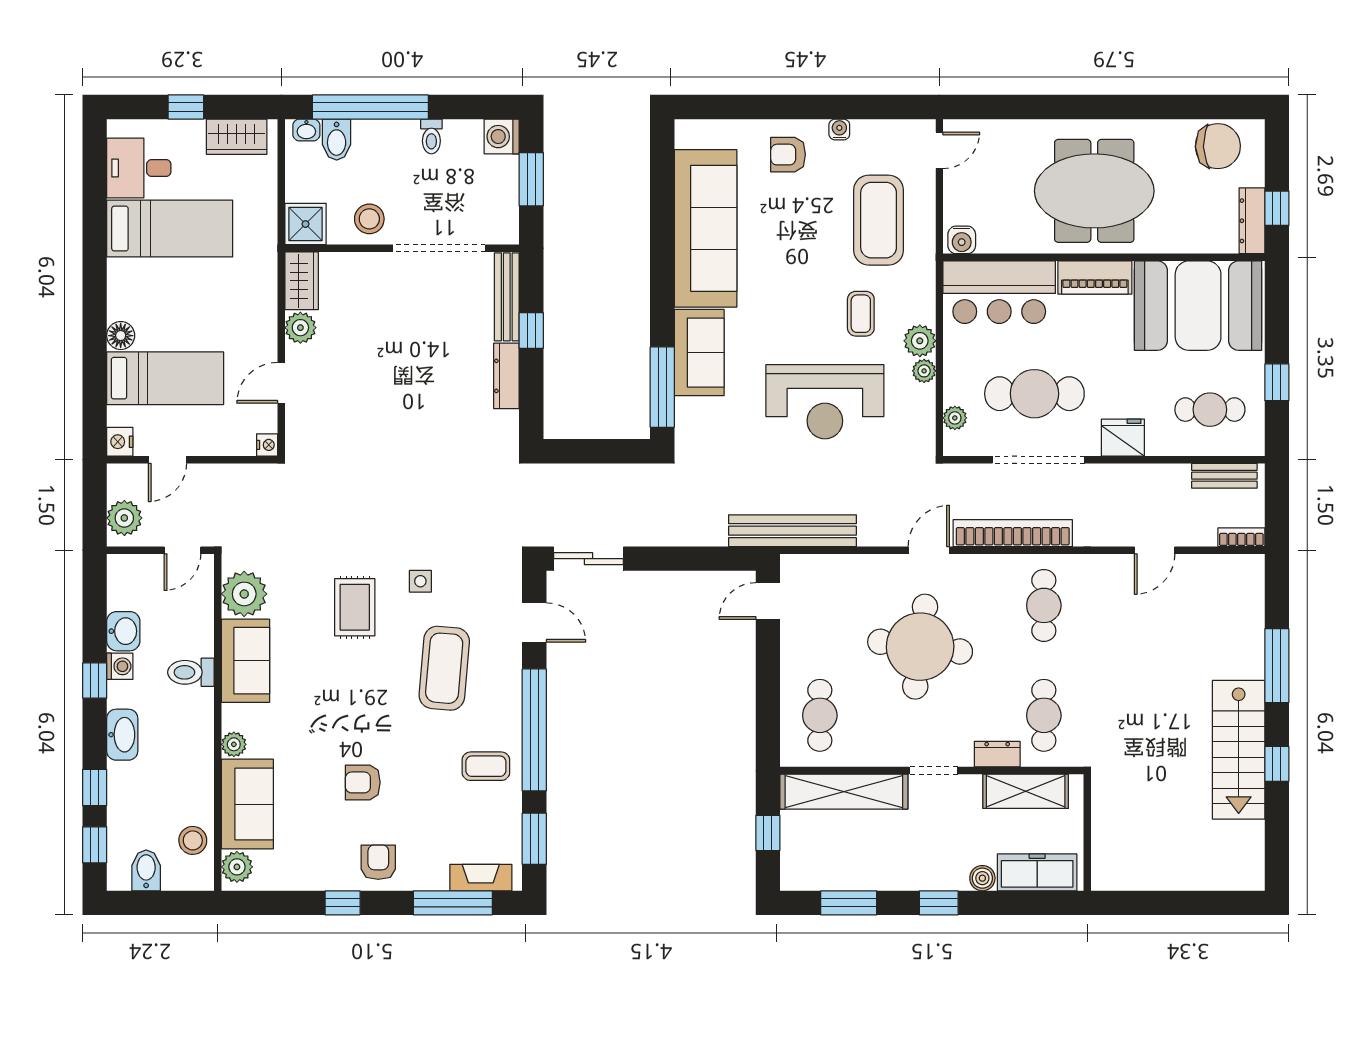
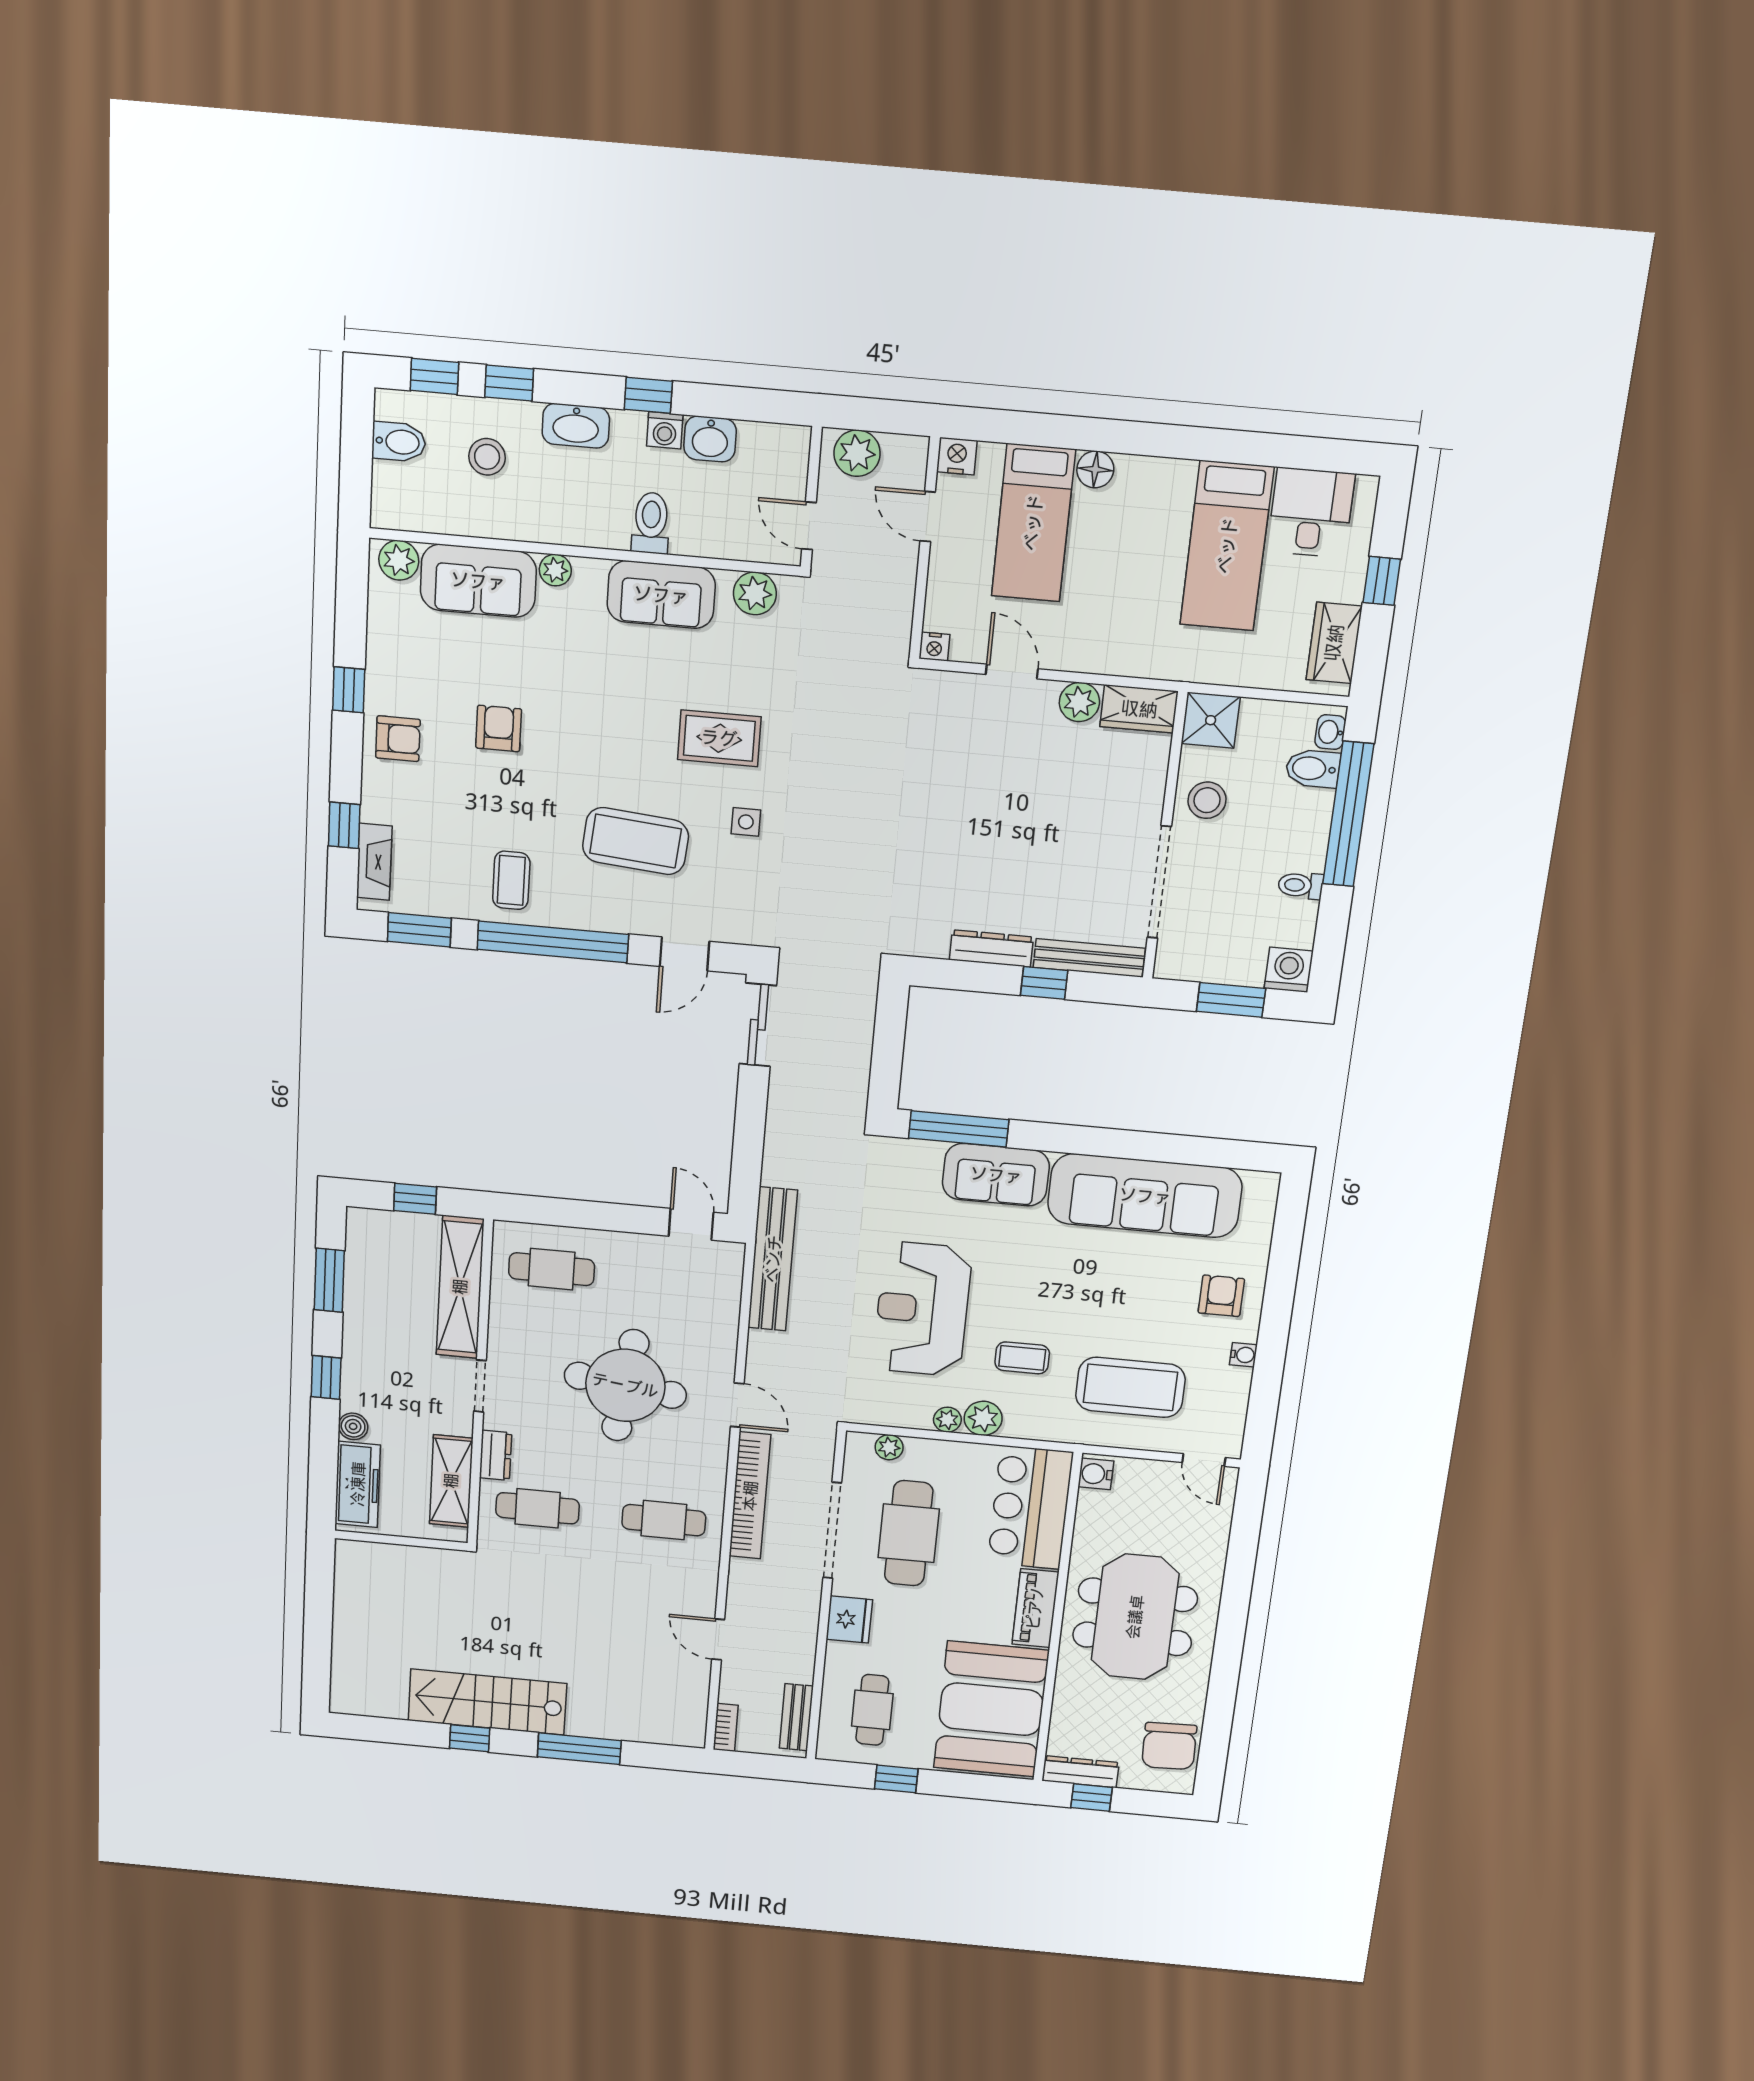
plant: (244, 594) -> (755, 593), width x0.73, depth x0.73
stool: (193, 840) -> (487, 457), moved
window: (453, 903) -> (344, 825), width x0.46

